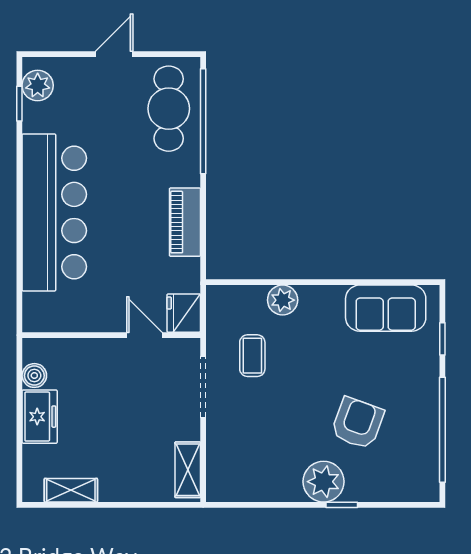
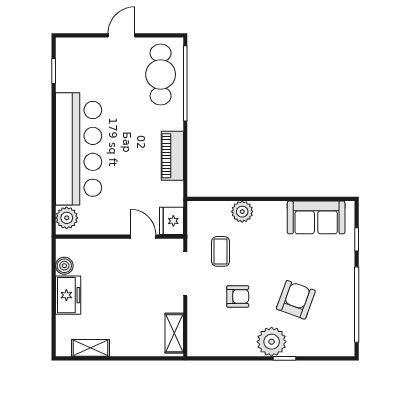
plant: (38, 85) -> (67, 218), moved
armchair: (276, 418) -> (238, 296), added

